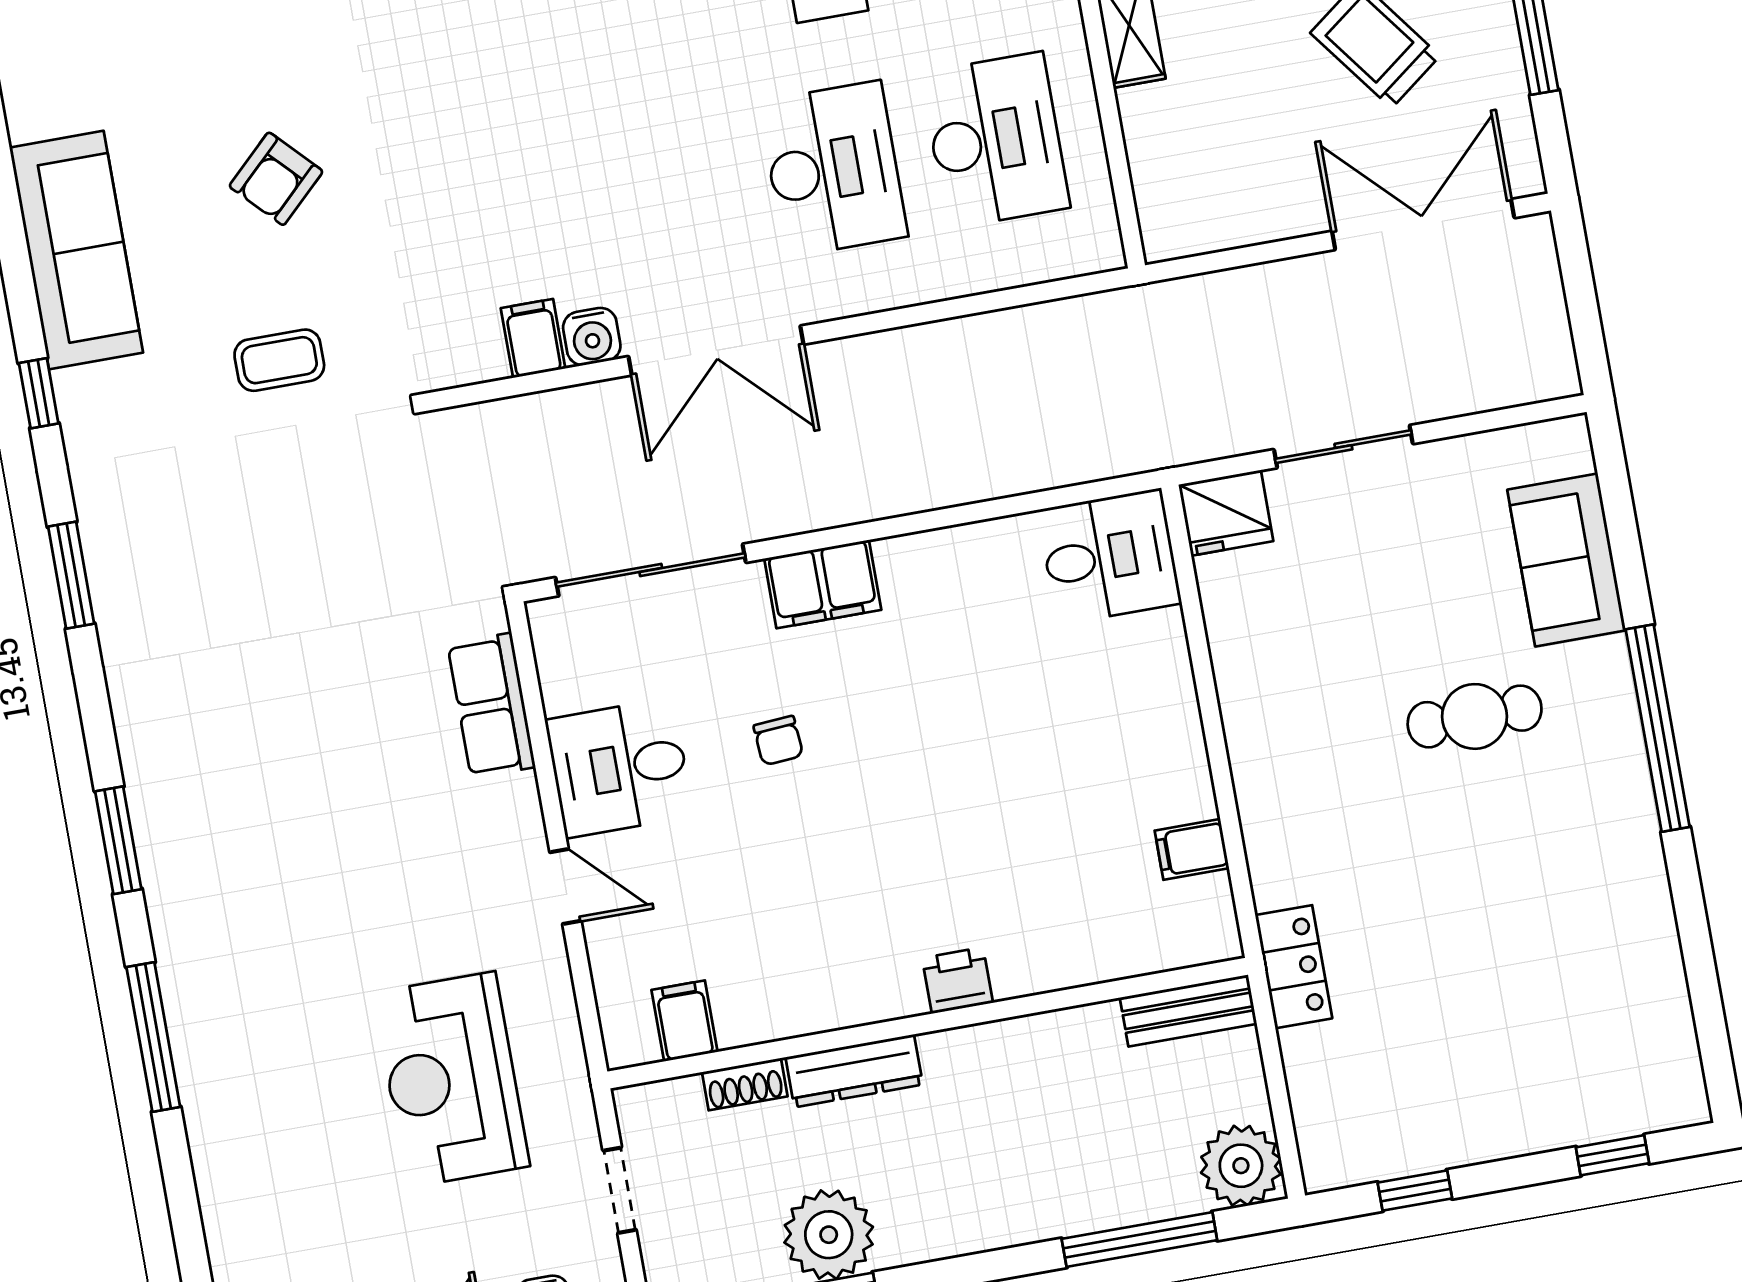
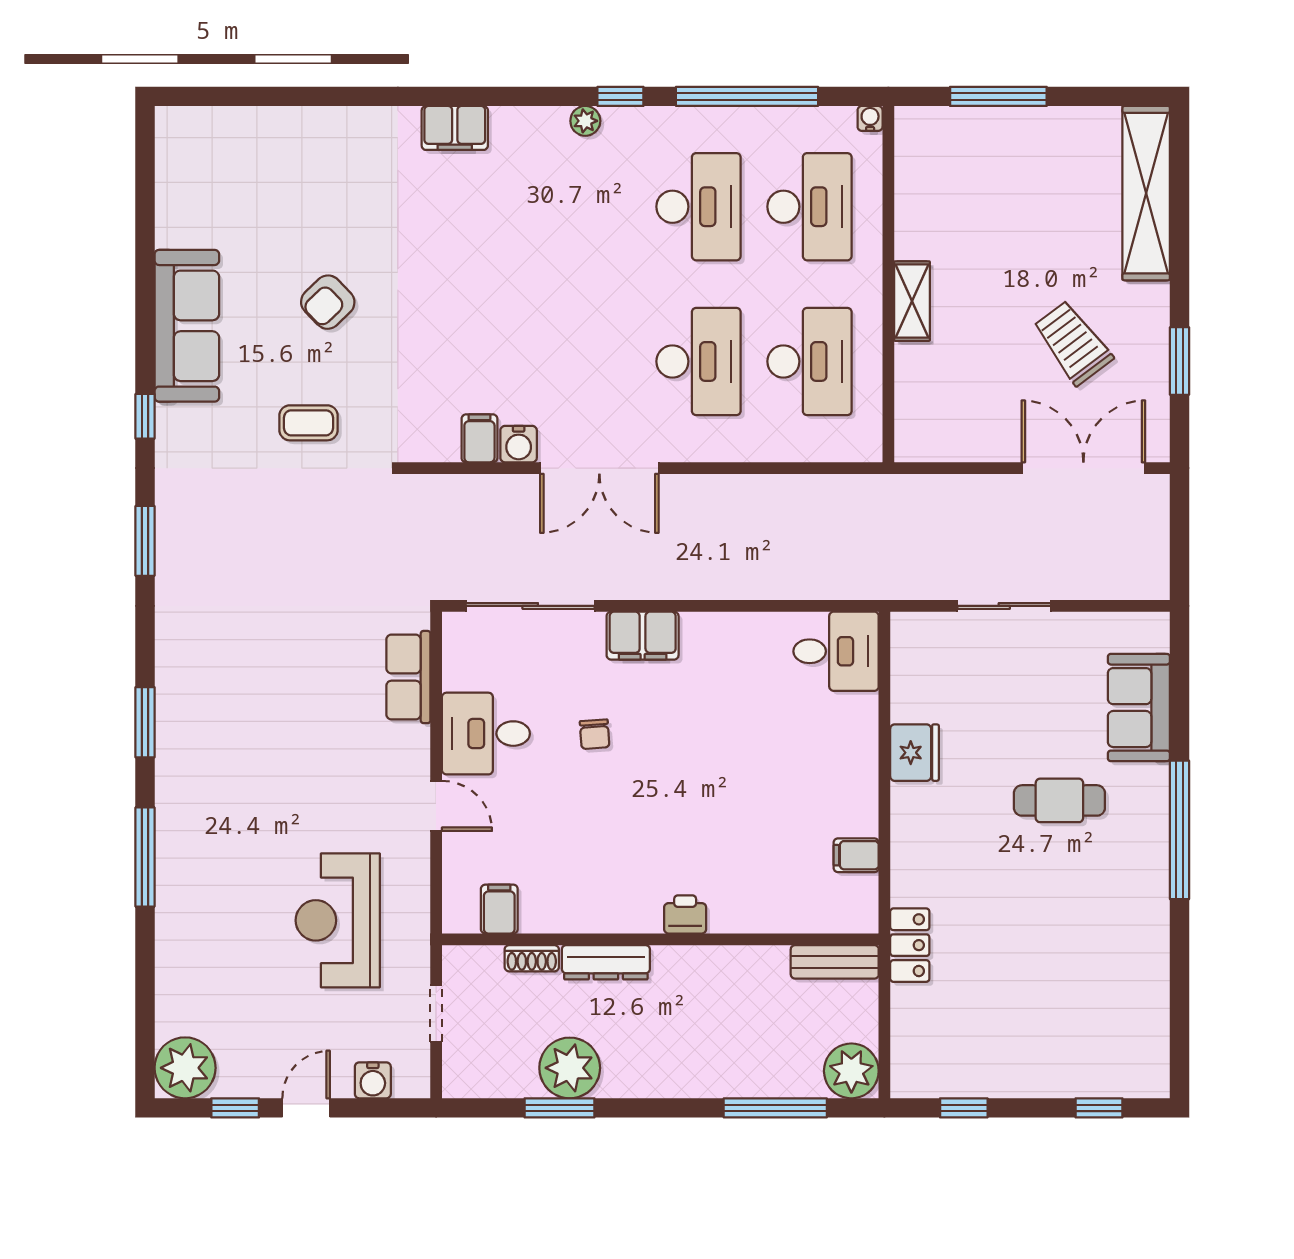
fridge: (1226, 513) -> (915, 753), moved, turned -90

